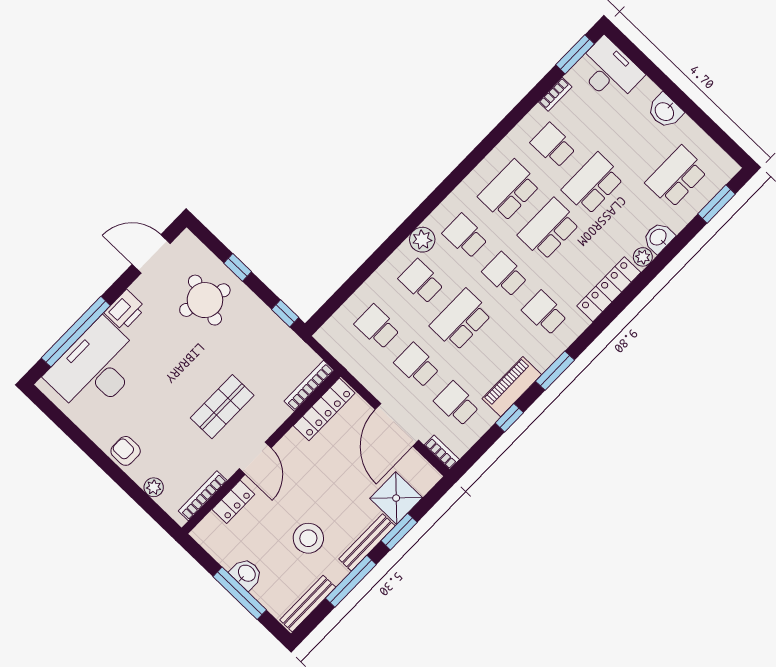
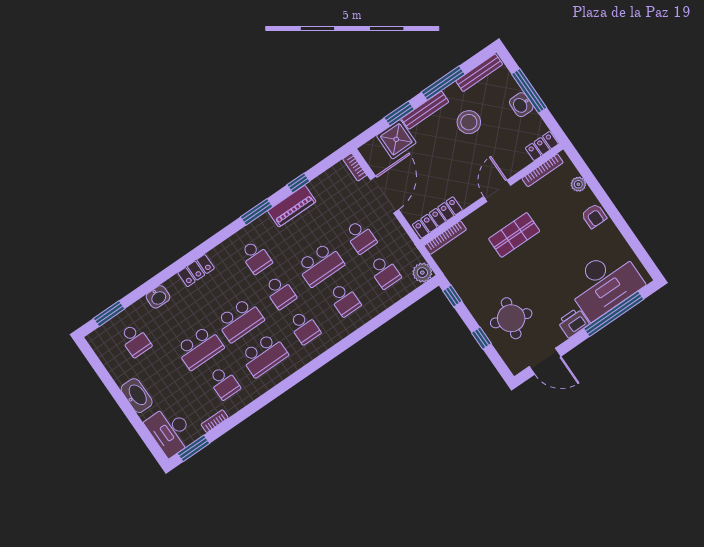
washbasin: (665, 111) -> (137, 396), width x1.38
school desk: (677, 177) -> (135, 340), width x0.54
plant: (422, 240) -> (422, 273), moved
plant: (643, 257) -> (173, 285), removed
locker: (609, 289) -> (196, 271), width x0.66
school desk: (457, 404) -> (336, 202), removed
locker: (233, 502) -> (542, 146), moved

